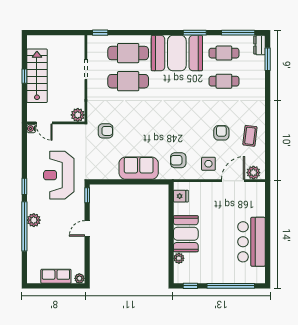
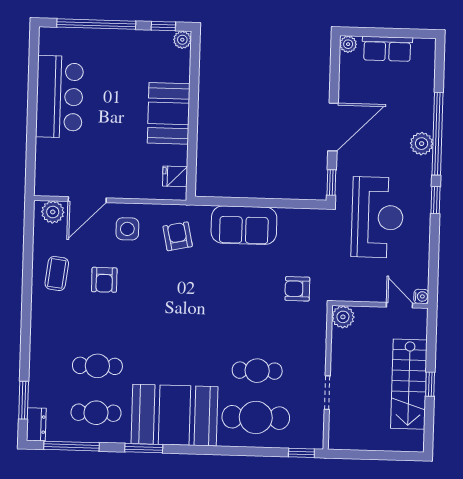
cafe table: (128, 81) -> (257, 371), width x0.73, depth x0.74
armchair: (178, 160) -> (178, 236), turned -102
door: (87, 228) -> (333, 127), width x1.88
plant: (179, 258) -> (182, 40), moved

